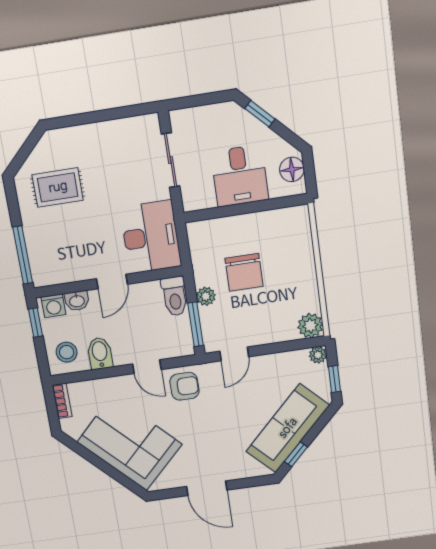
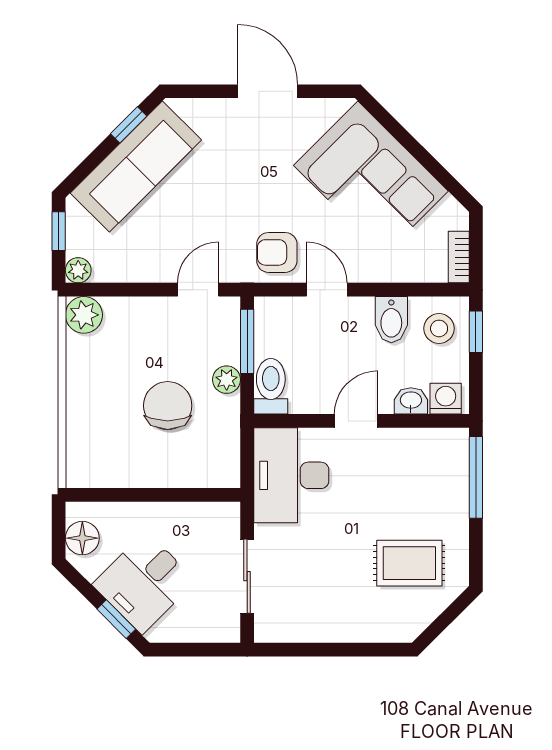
desk: (240, 176) -> (144, 583), moved, turned -135
window: (36, 323) -> (476, 332), moved

